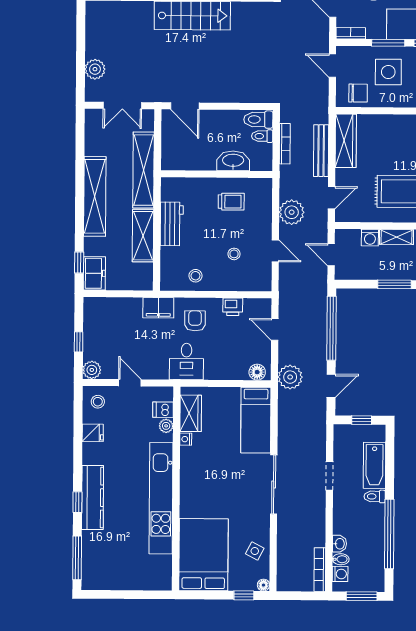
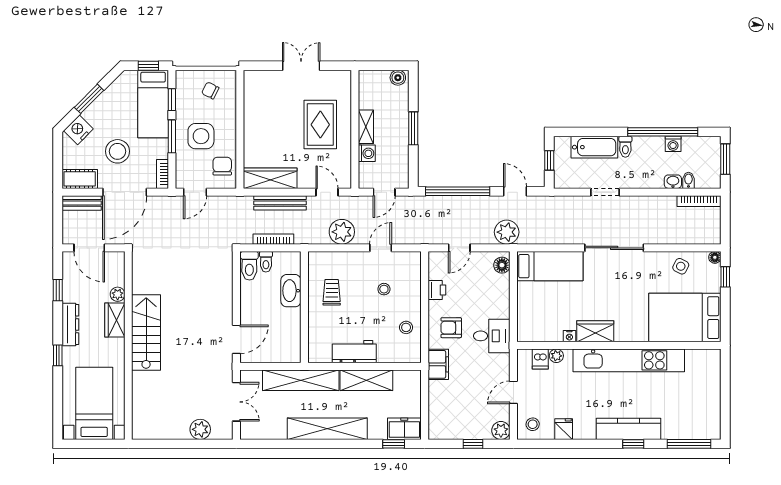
wardrobe: (191, 413) -> (595, 331), moved
washing machine: (340, 574) -> (673, 144), moved, turned 180

